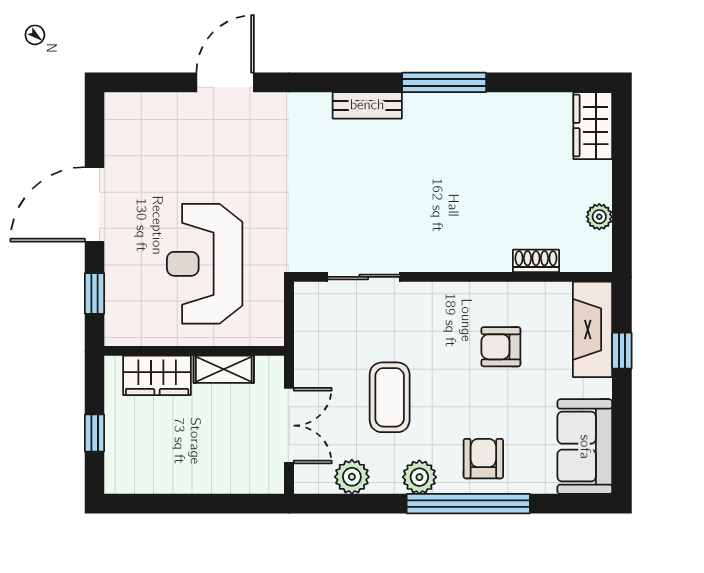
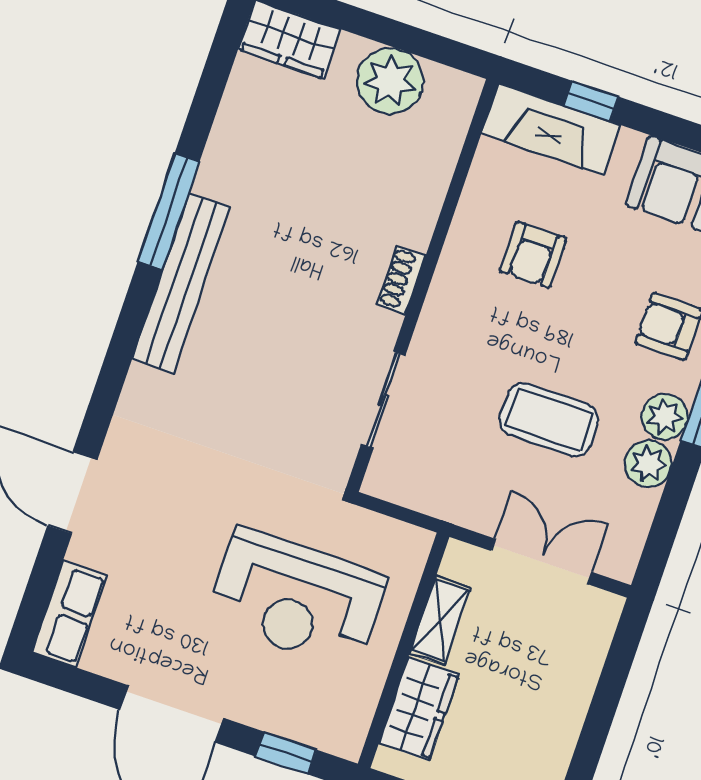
bench: (367, 105) -> (181, 283), width x1.86, depth x1.21
row of seats: (140, 109) -> (69, 614), added
plant: (599, 217) -> (390, 81), width x1.87, depth x1.87
shoe rack: (536, 261) -> (401, 280), moved
plant: (352, 477) -> (648, 464), moved

